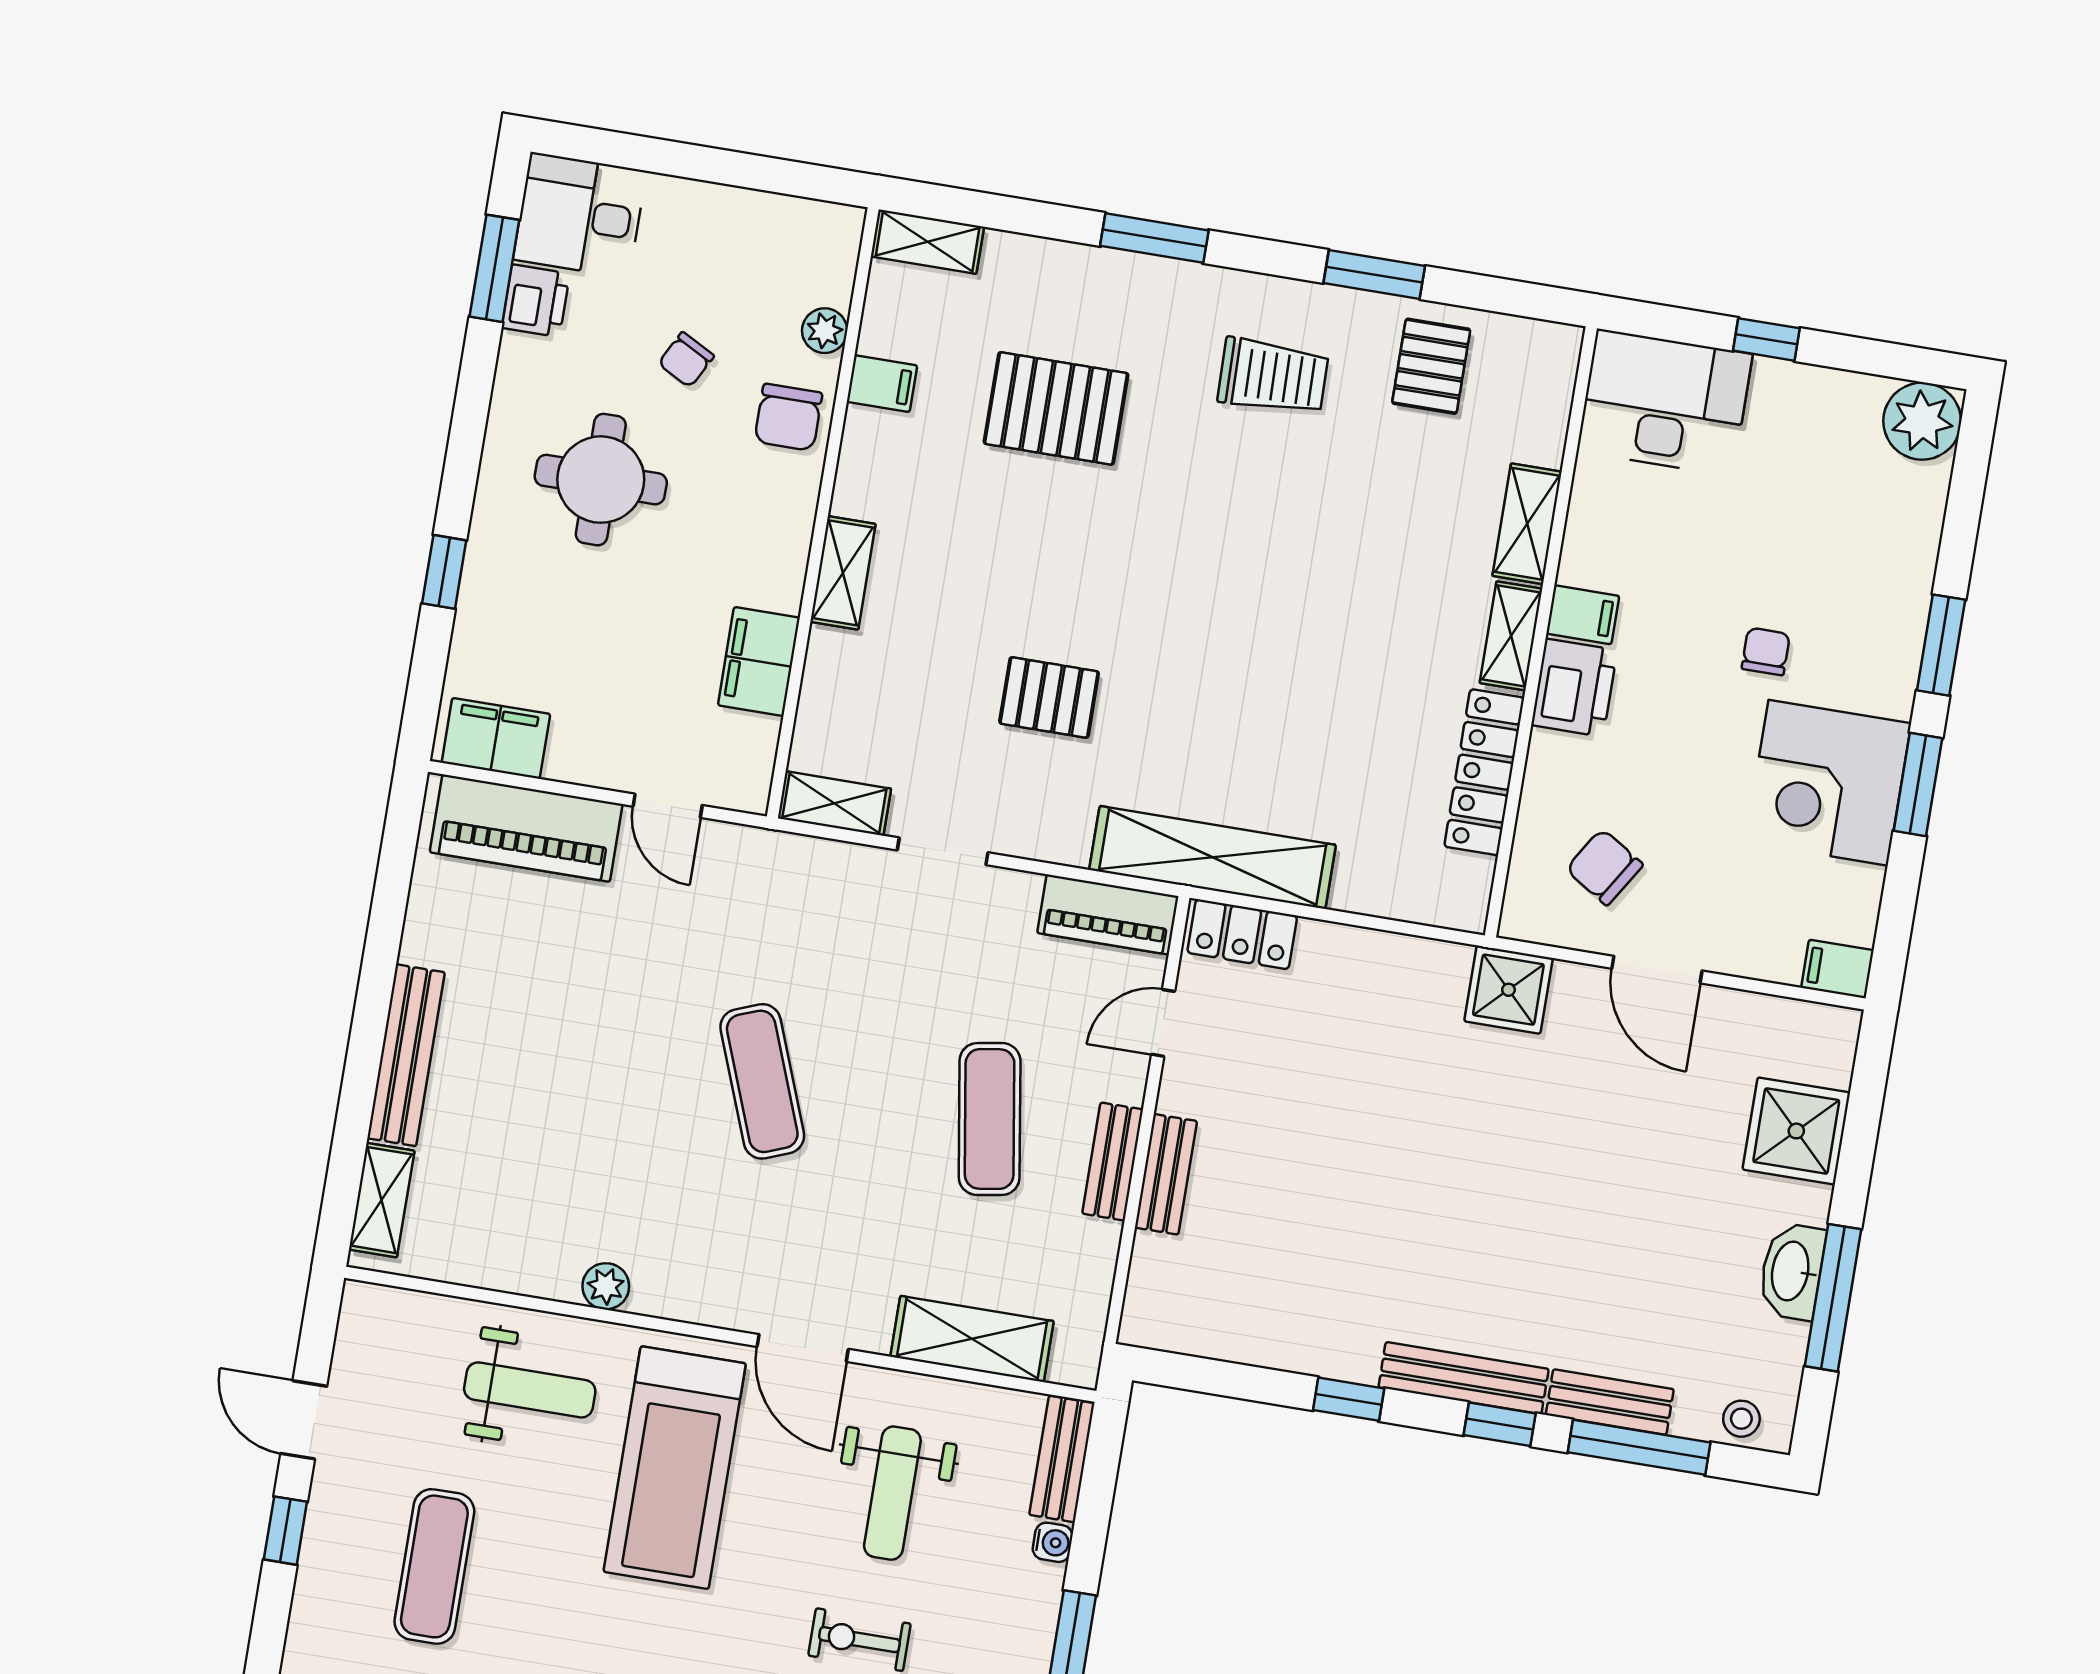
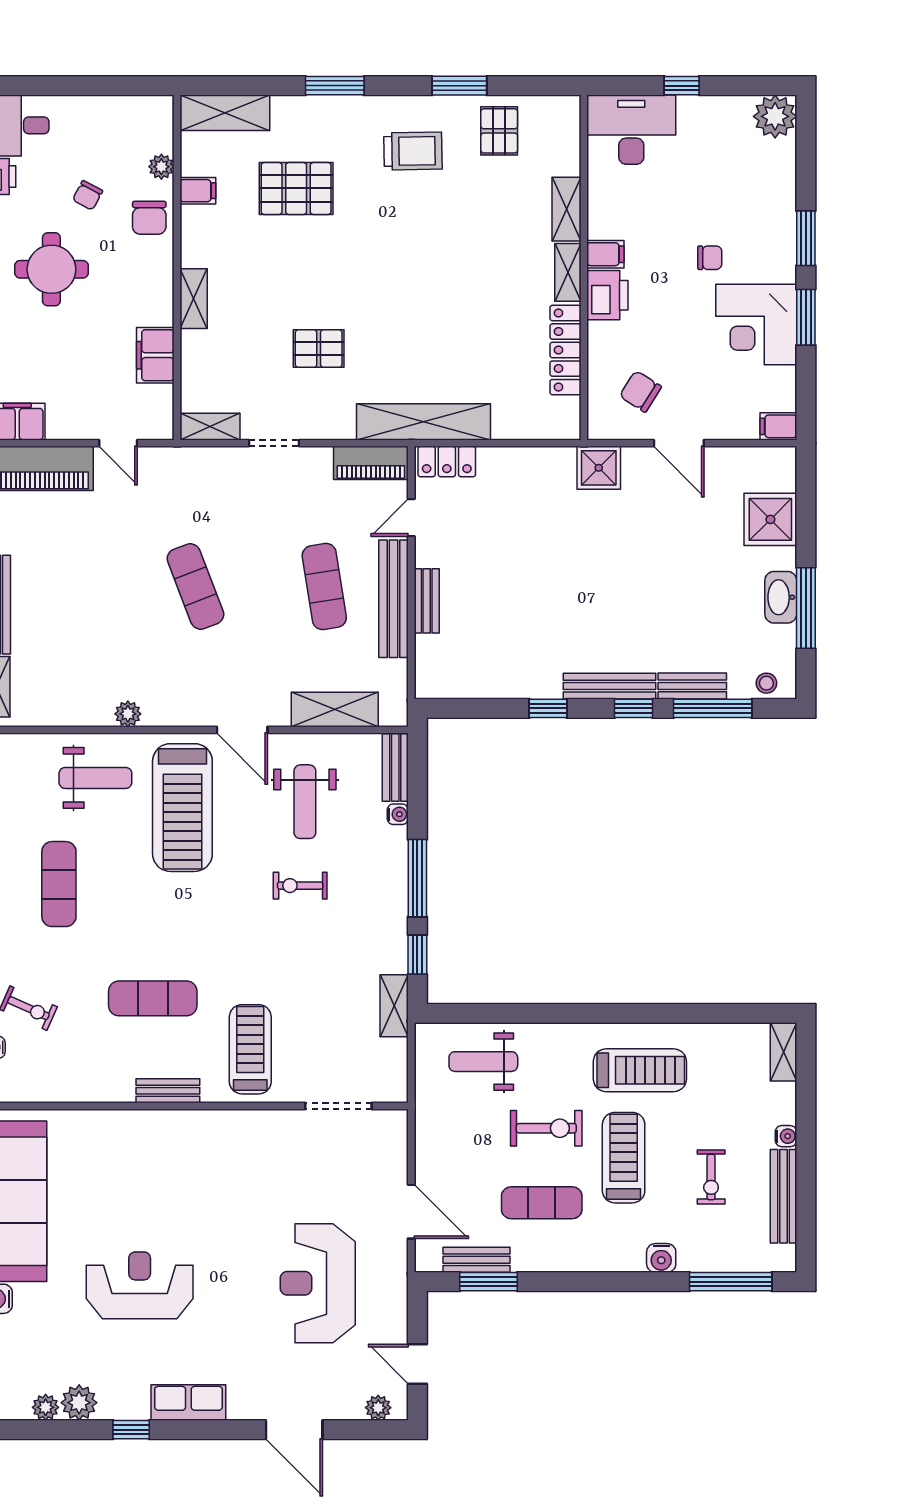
shelving: (928, 242) -> (225, 113), width x1.50, depth x1.33
chair: (1766, 651) -> (710, 258), turned 90
bench: (1113, 1162) -> (394, 599), width x1.86, depth x1.21

